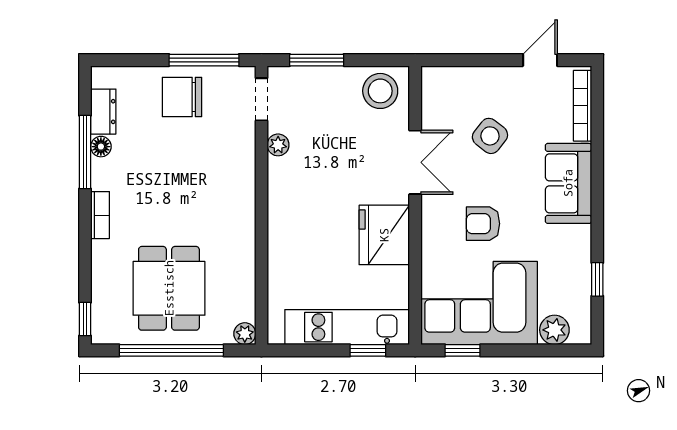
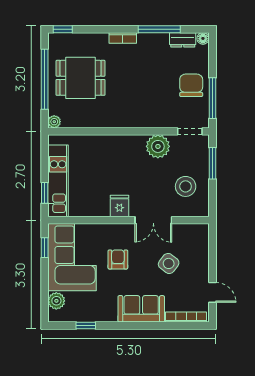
stool: (380, 91) -> (186, 186), moved
plant: (278, 145) -> (158, 146), width x1.87, depth x1.87
floor lamp: (101, 147) -> (203, 38), moved
fridge: (384, 235) -> (119, 206), width x0.53, depth x0.75

